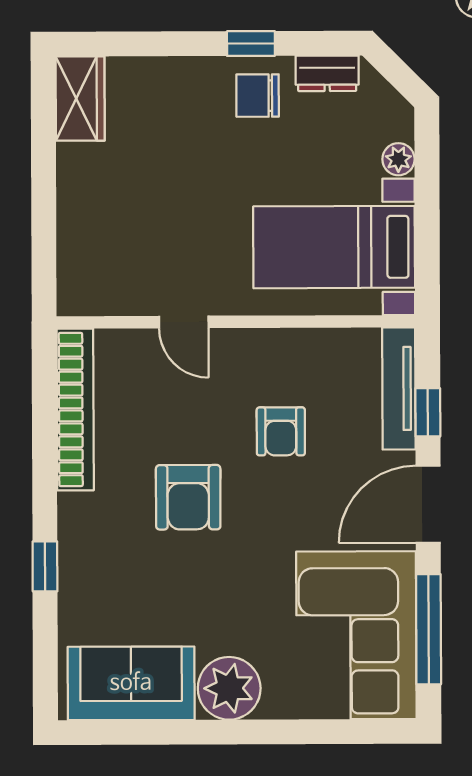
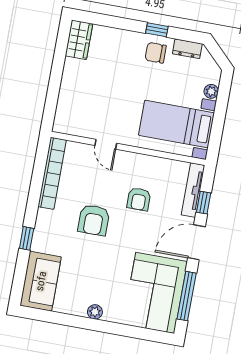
sofa: (131, 683) -> (41, 281), moved, turned 90
plant: (229, 688) -> (95, 312), width x0.53, depth x0.53

